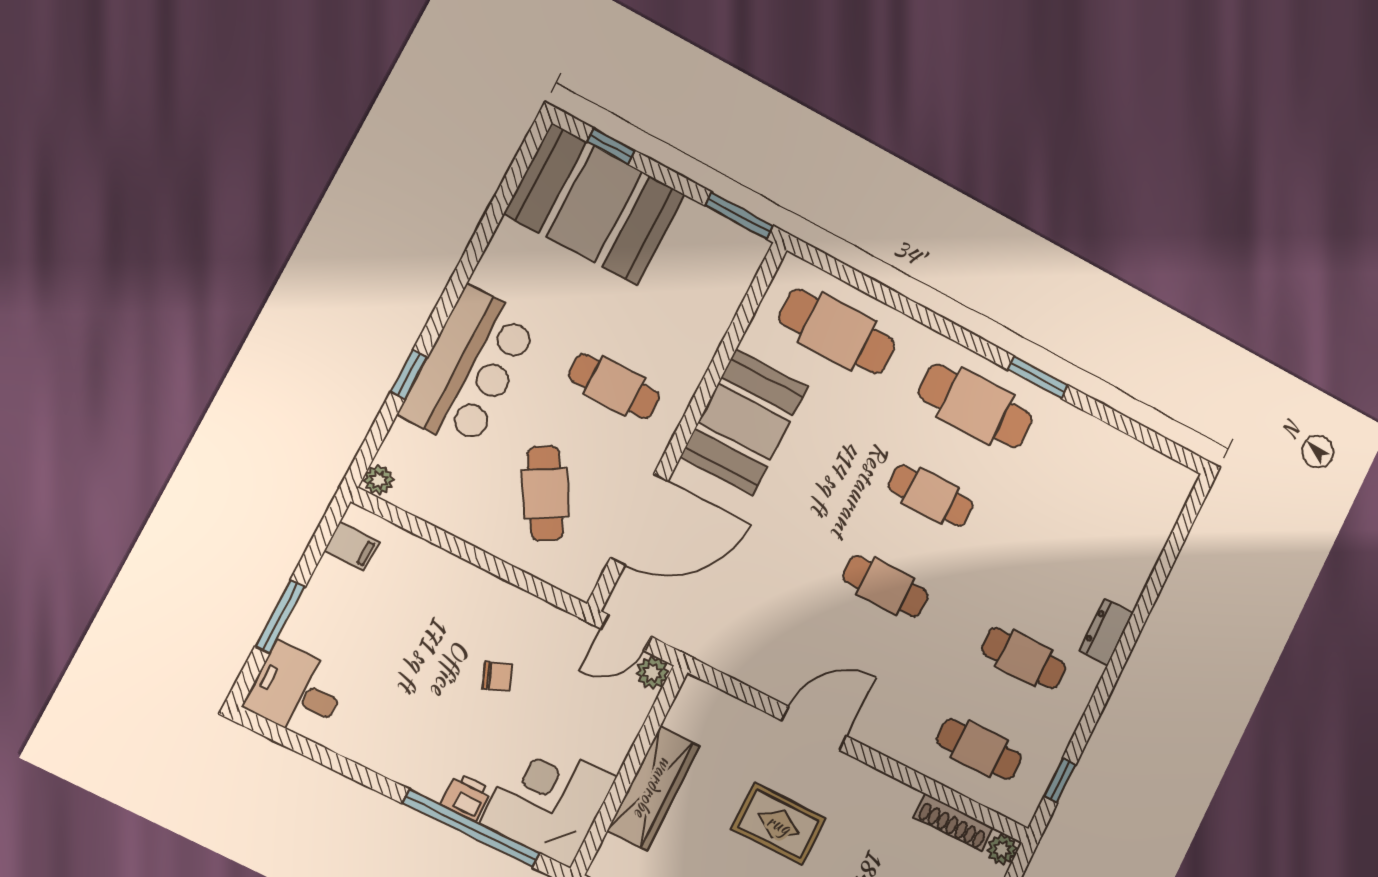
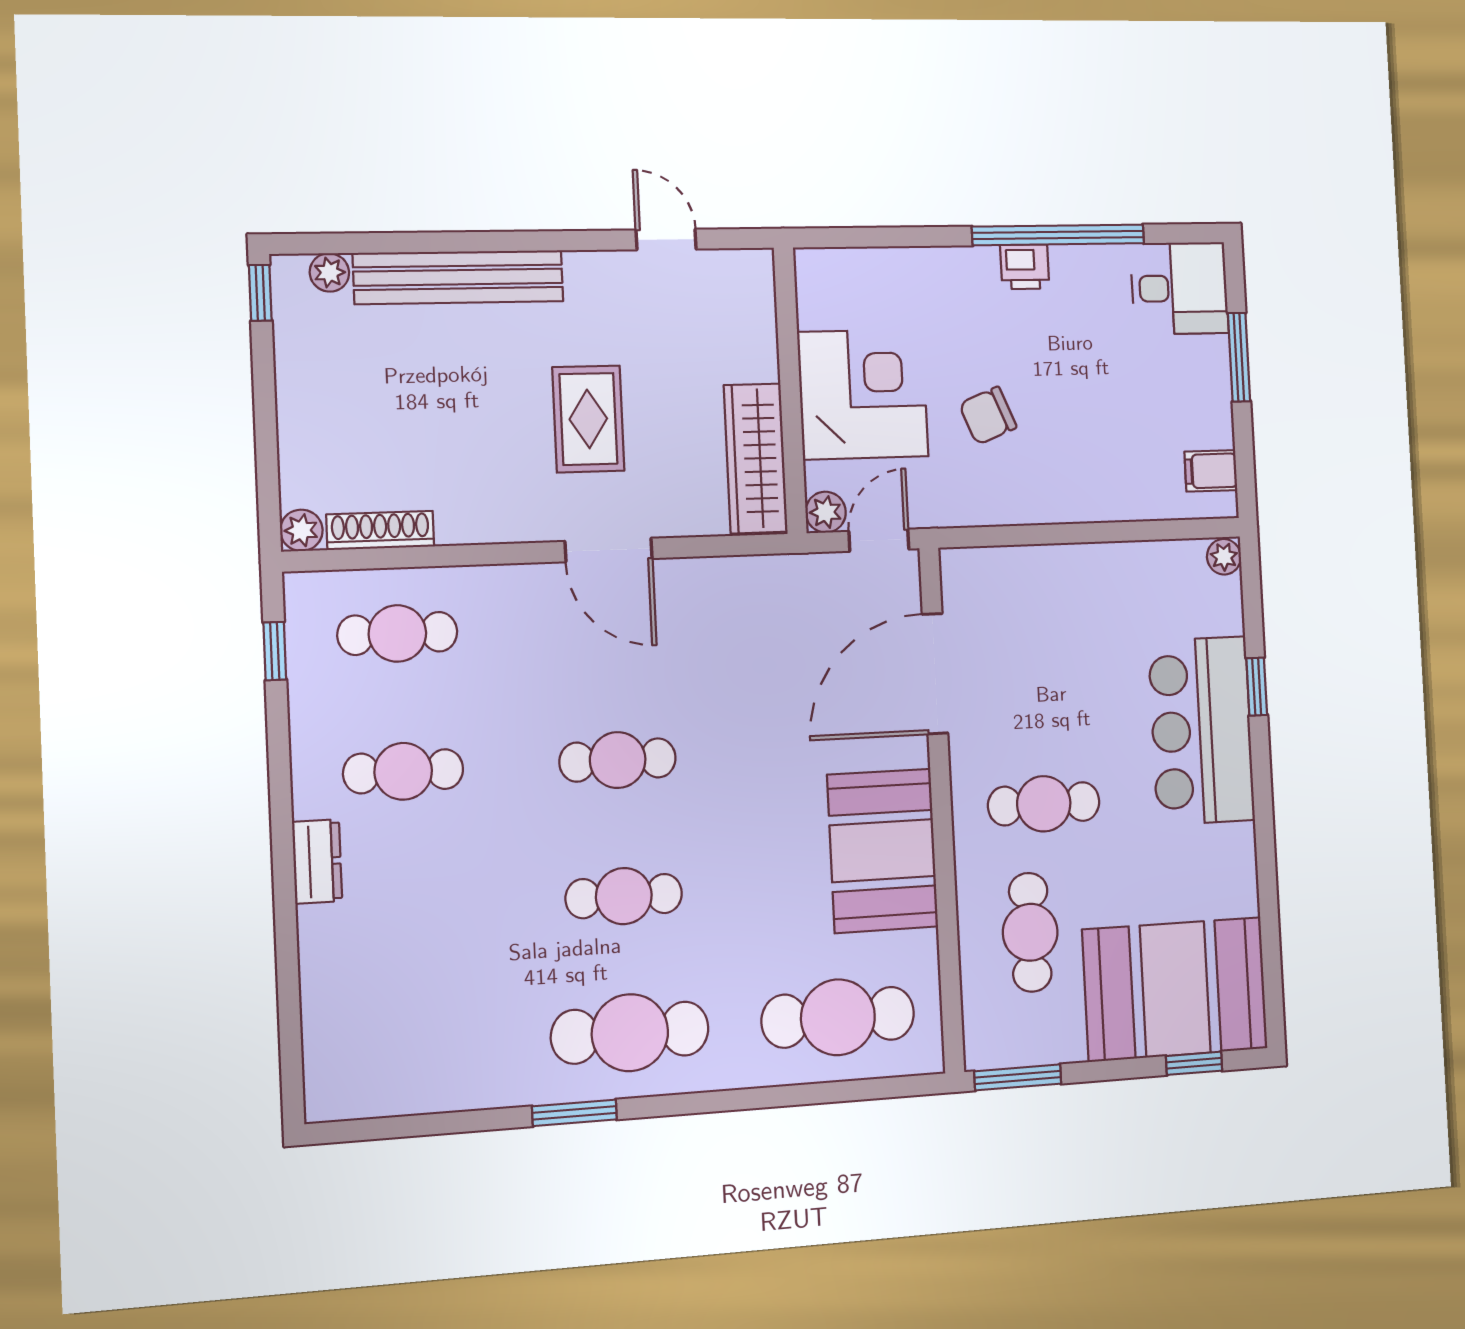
cafe table: (545, 493) -> (1030, 932), moved, turned 30
chair: (497, 676) -> (988, 416), width x1.37, depth x1.37
door: (814, 728) -> (609, 550), hinge flipped
wardrobe: (654, 788) -> (756, 458), moved
printer: (466, 797) -> (1025, 267), moved
corner desk: (548, 800) -> (863, 394), moved, turned -90
rug: (779, 824) -> (588, 419), turned 90
window: (471, 828) -> (1058, 235), moved

